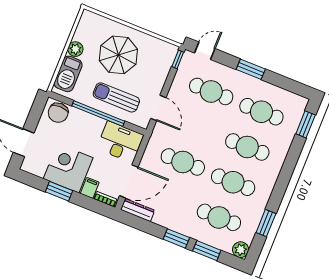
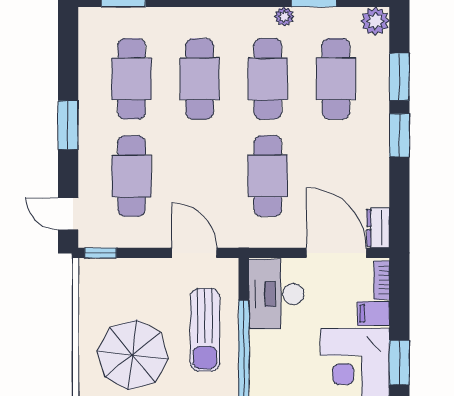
door: (158, 108) -> (194, 253), hinge flipped
plant: (262, 204) -> (284, 17), added
dresser: (138, 210) -> (378, 228), width x0.70

